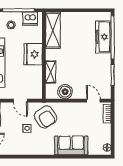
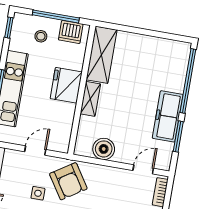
freezer: (103, 37) -> (168, 116), moved
shelving: (51, 72) -> (90, 99), moved
door: (20, 101) -> (35, 151), swing flipped
door: (93, 101) -> (143, 169), hinge flipped

